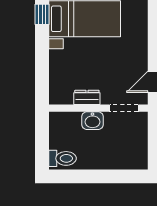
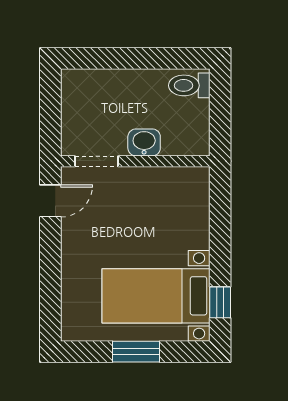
dresser: (87, 97) -> (152, 177), removed

